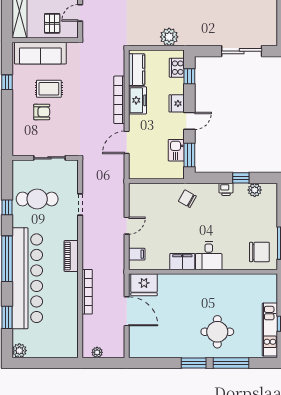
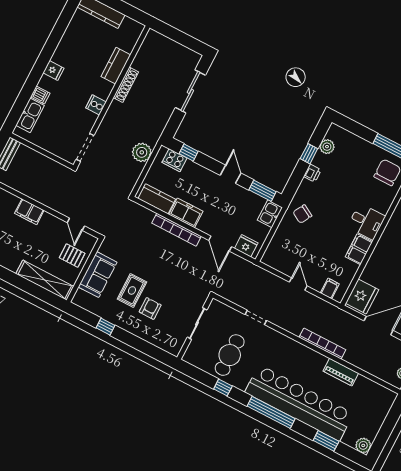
sofa: (40, 53) -> (98, 275), width x0.73
fridge: (177, 103) -> (246, 246), moved, turned 180
kitchen sink: (176, 150) -> (270, 214), moved, turned 90
piano: (71, 256) -> (341, 372), moved
bookcase: (87, 292) -> (322, 344), moved

